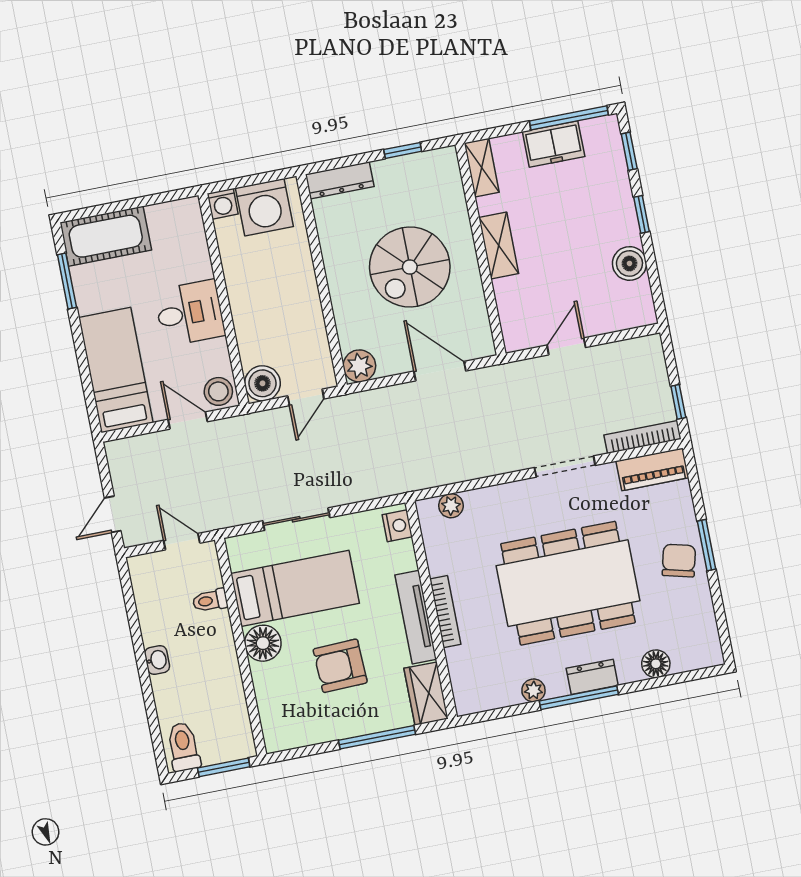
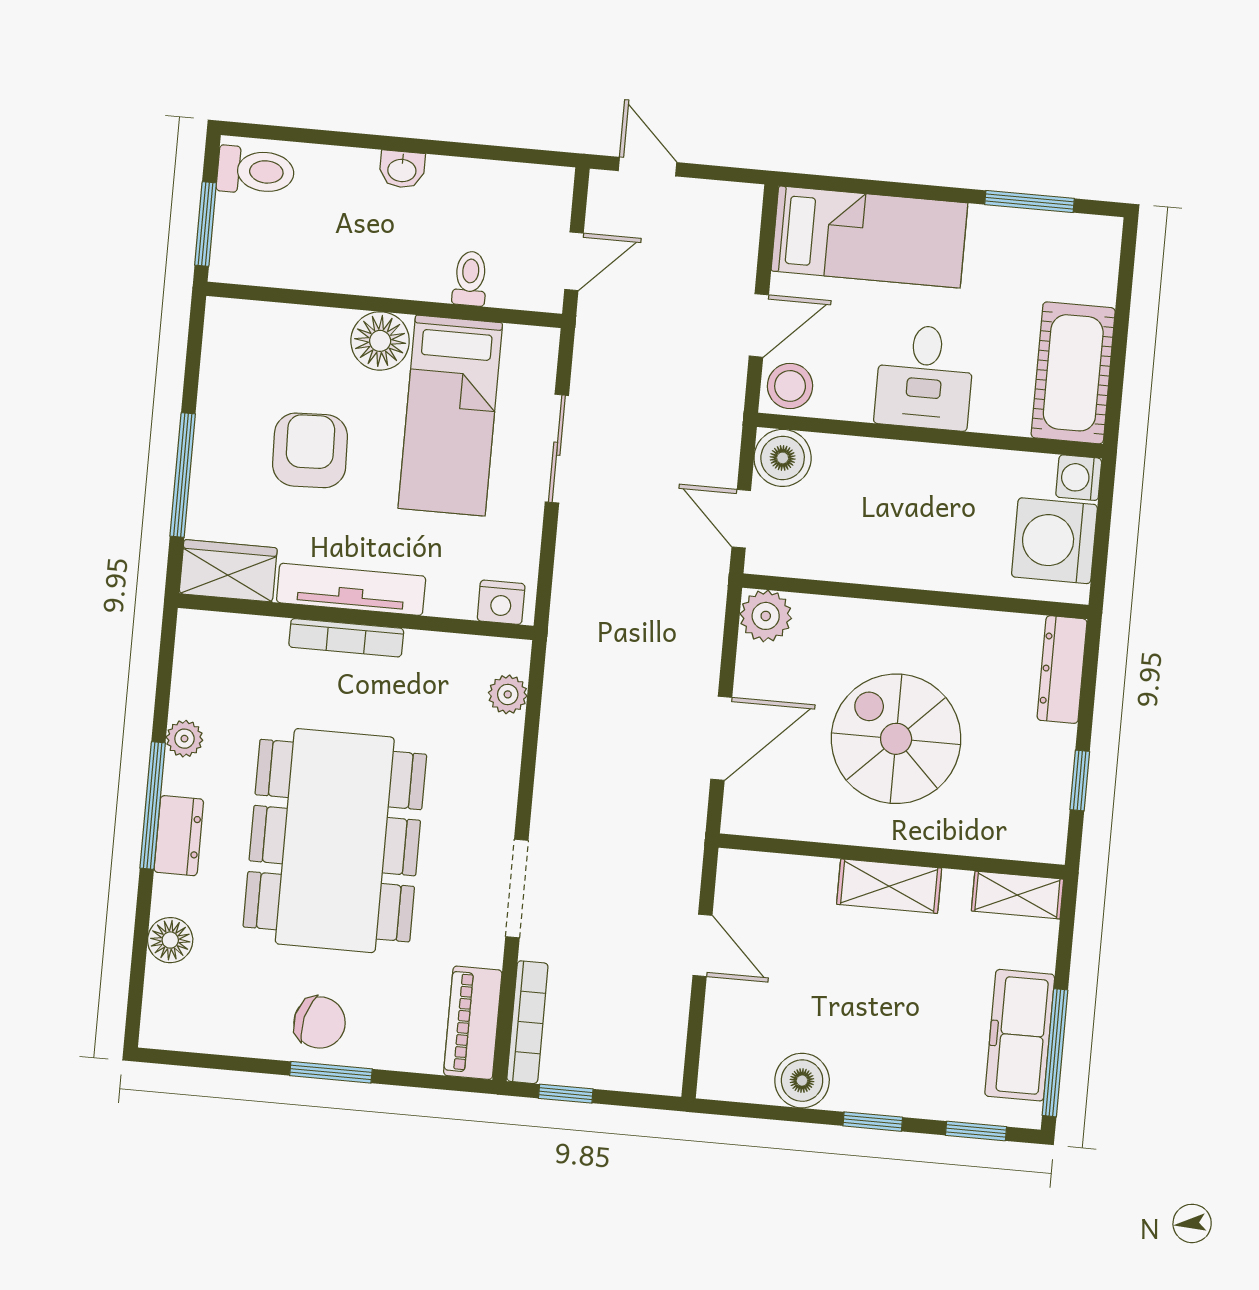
freezer: (554, 144) -> (1020, 1035), width x1.40
cot: (106, 236) -> (1073, 373), moved

